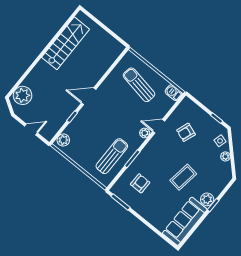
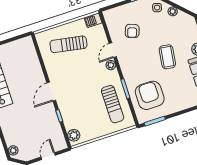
plant: (23, 95) -> (13, 150), width x0.53, depth x0.53
sun lounger: (112, 156) -> (113, 104), turned 180
armchair: (140, 183) -> (150, 95), width x1.88, depth x1.88

